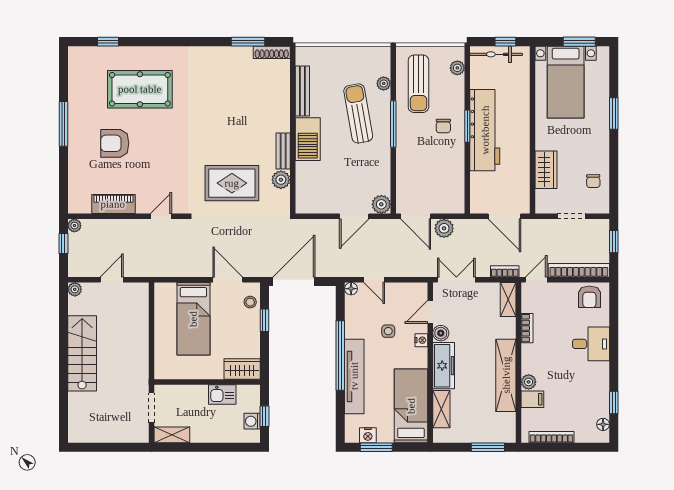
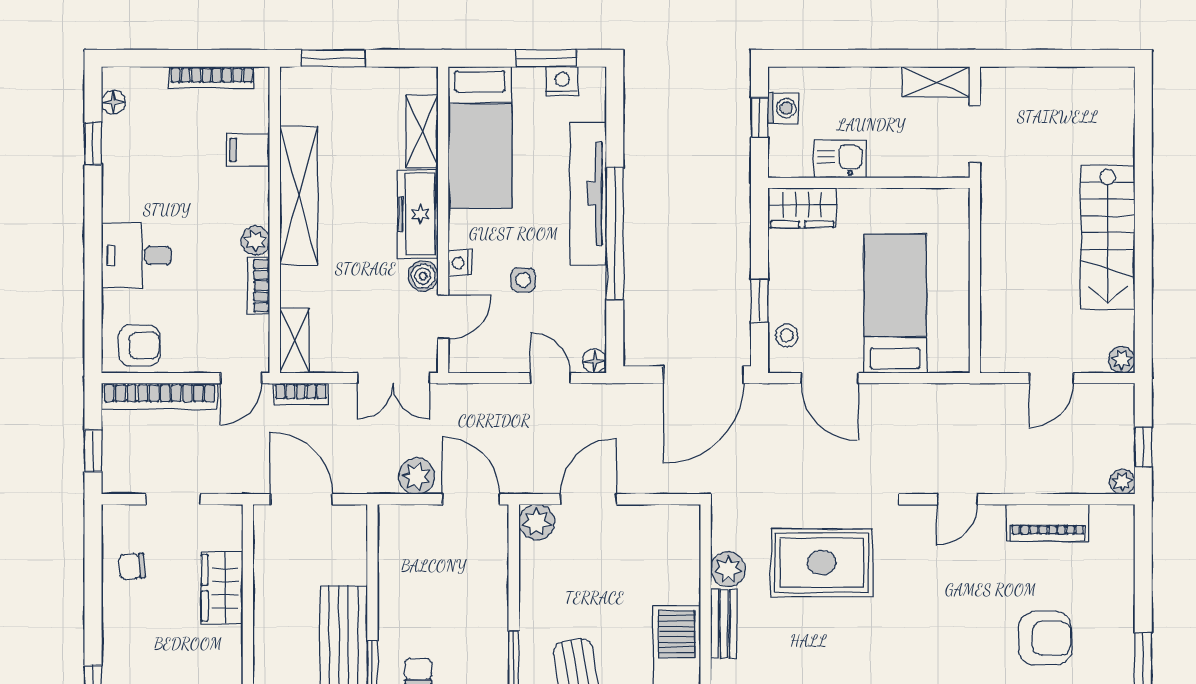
chair: (593, 181) -> (132, 566), turned -93
armchair: (589, 297) -> (139, 345), turned 90
plant: (529, 382) -> (255, 241), moved

